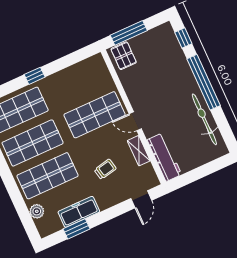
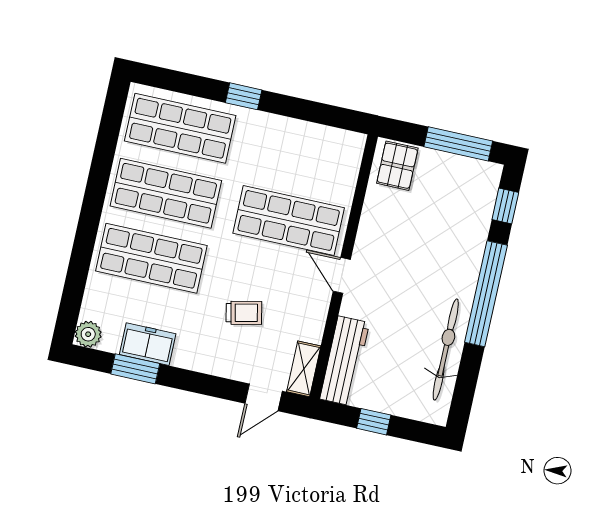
window: (129, 33) -> (458, 144), moved
shelving: (139, 151) -> (304, 369), moved
window: (197, 174) -> (374, 422), added
plant: (37, 211) -> (88, 334), moved
freezer: (79, 212) -> (148, 344), width x0.71

